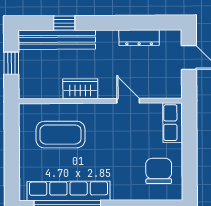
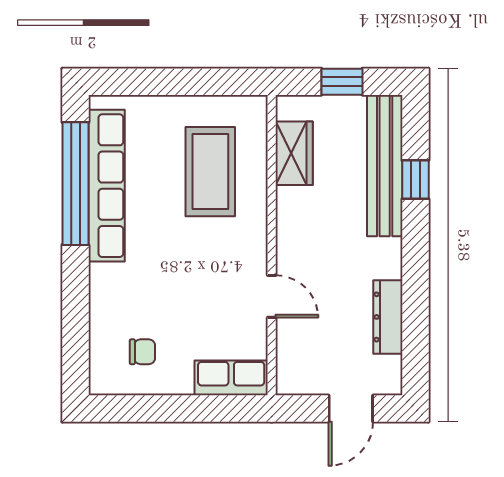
wardrobe: (80, 89) -> (294, 153), moved
door: (128, 101) -> (272, 296), hinge flipped
chair: (159, 171) -> (142, 352), width x0.54, depth x0.54

